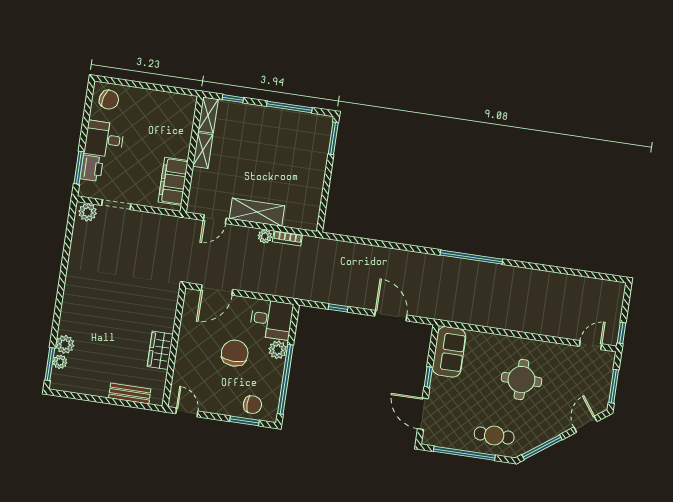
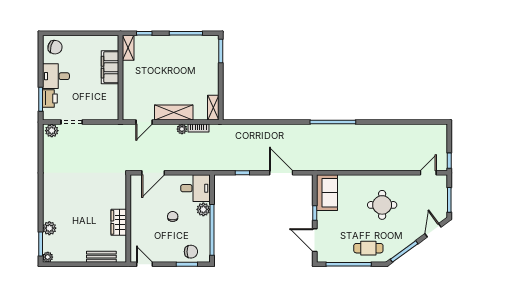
shelving: (203, 151) -> (213, 108), moved
filing cabinet: (173, 181) -> (110, 67), moved
chair: (235, 353) -> (173, 216), width x0.54, depth x0.54
plant: (60, 362) -> (48, 257), moved

